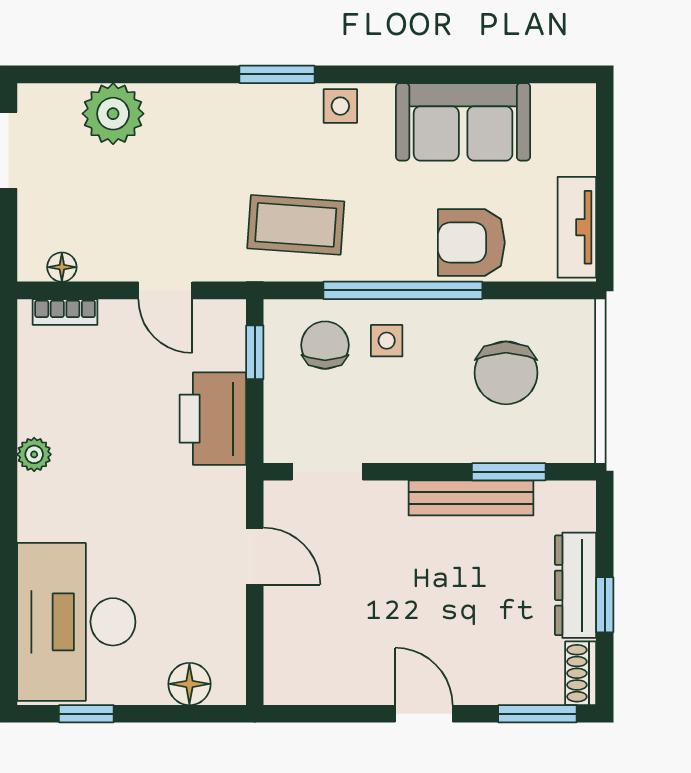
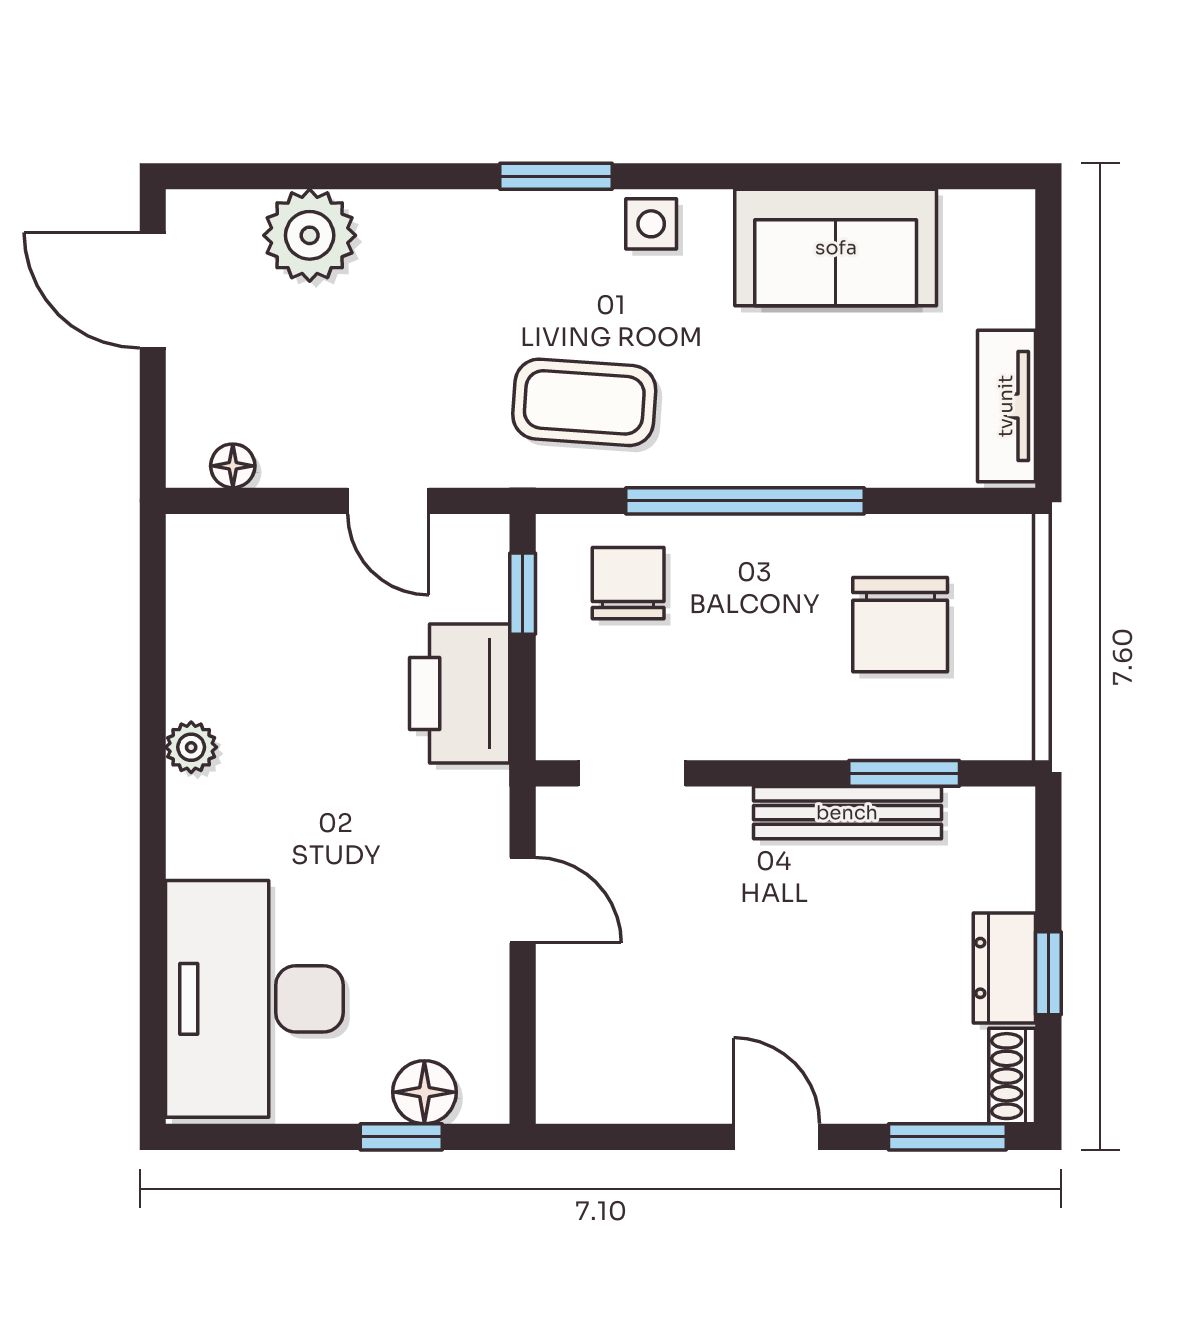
armchair: (471, 243) -> (848, 429), removed
bookcase: (65, 312) -> (238, 533), removed
side table: (387, 341) -> (721, 576), removed
dresser: (575, 585) -> (1004, 968), width x0.70
window: (86, 714) -> (401, 1137), moved

